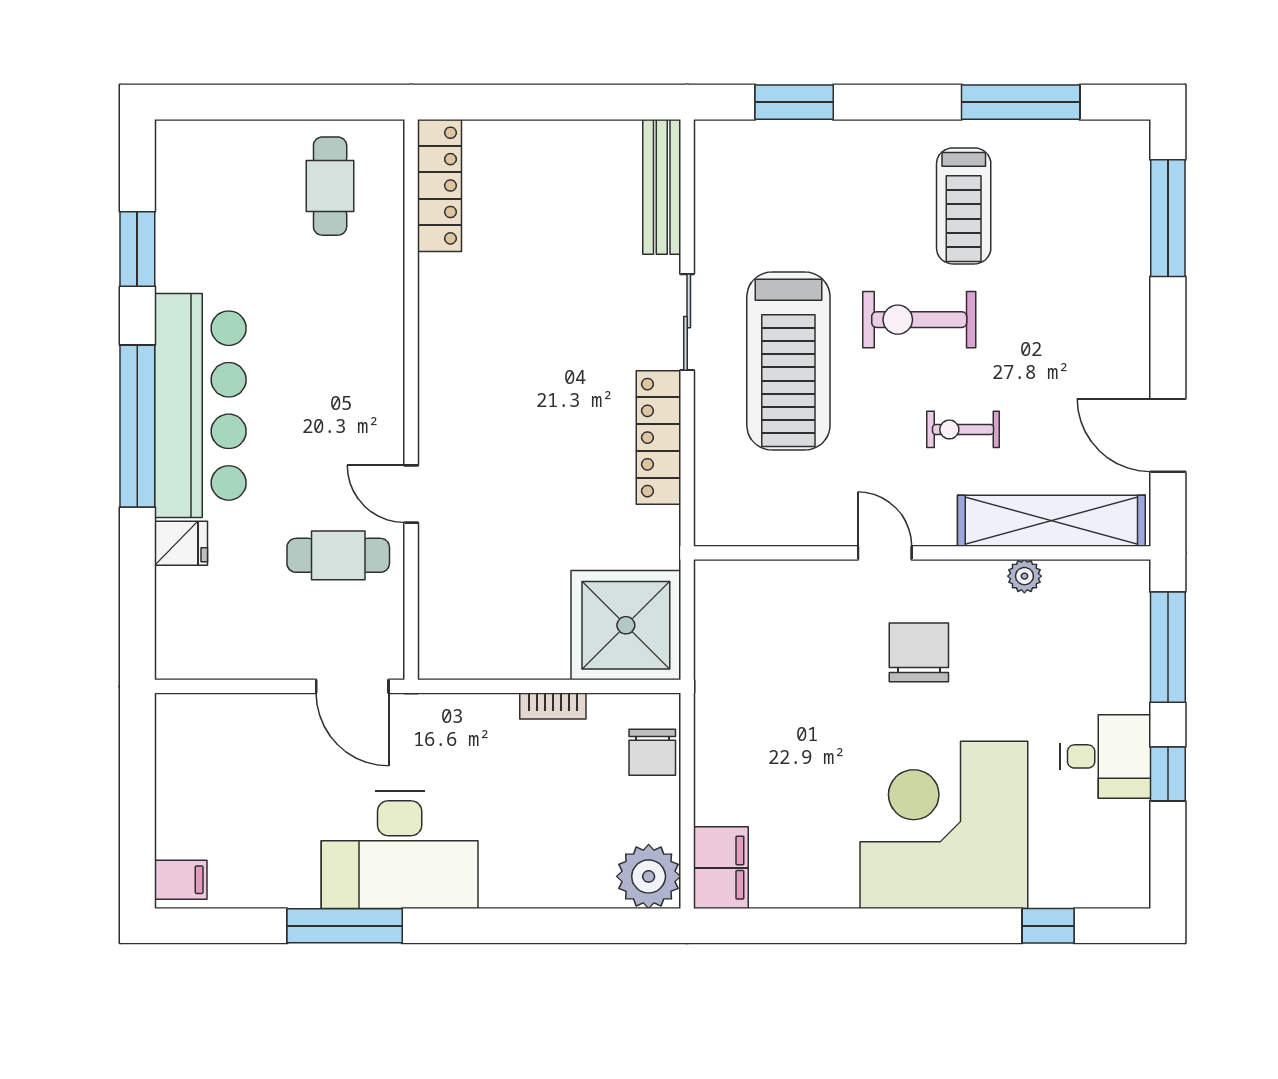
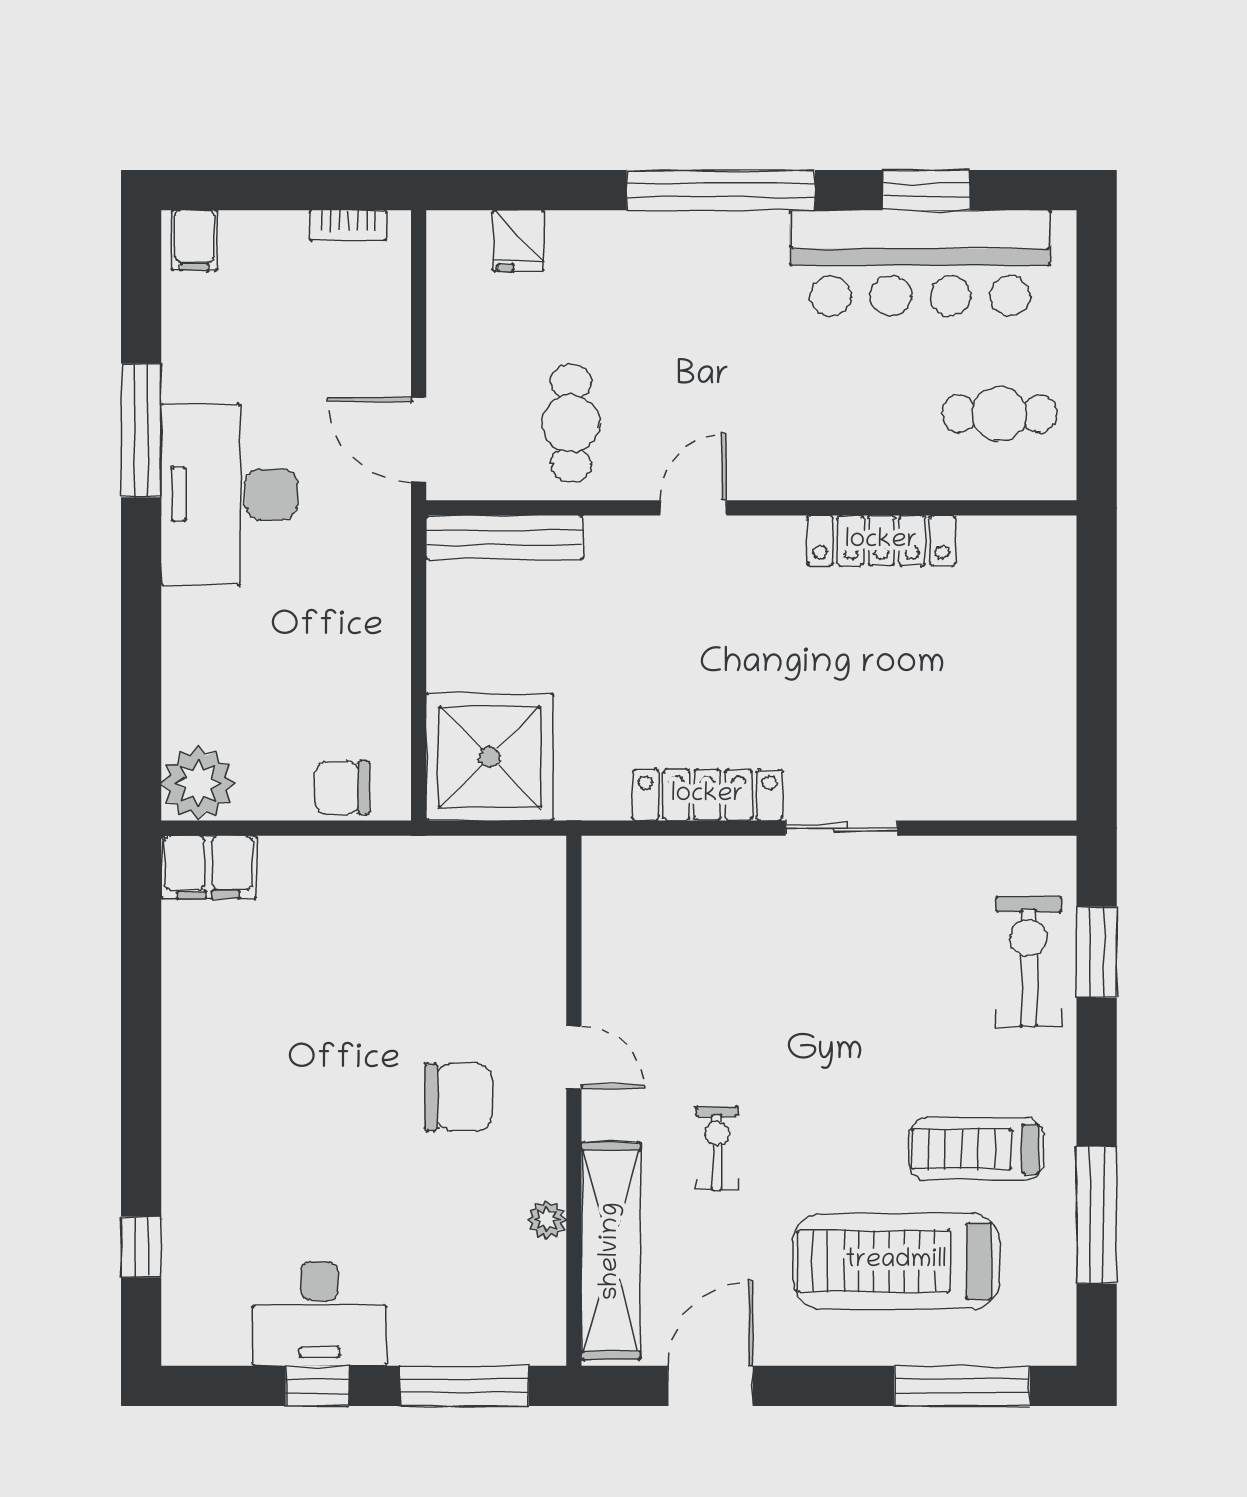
locker: (440, 186) -> (881, 541), moved
bench: (662, 187) -> (504, 537), moved
exercise bike: (919, 320) -> (1029, 962), moved
treadmill: (788, 361) -> (896, 1261), moved
bar counter: (200, 406) -> (920, 263), moved
door: (411, 494) -> (693, 508), moved
fridge: (181, 543) -> (519, 241), moved
door: (885, 553) -> (574, 1057), hinge flipped
door: (352, 686) -> (419, 440), hinge flipped
bookcase: (553, 706) -> (348, 225), moved, turned -90
desk: (1105, 756) -> (319, 1314), width x1.37
corner desk: (944, 825) -> (258, 1126), removed

